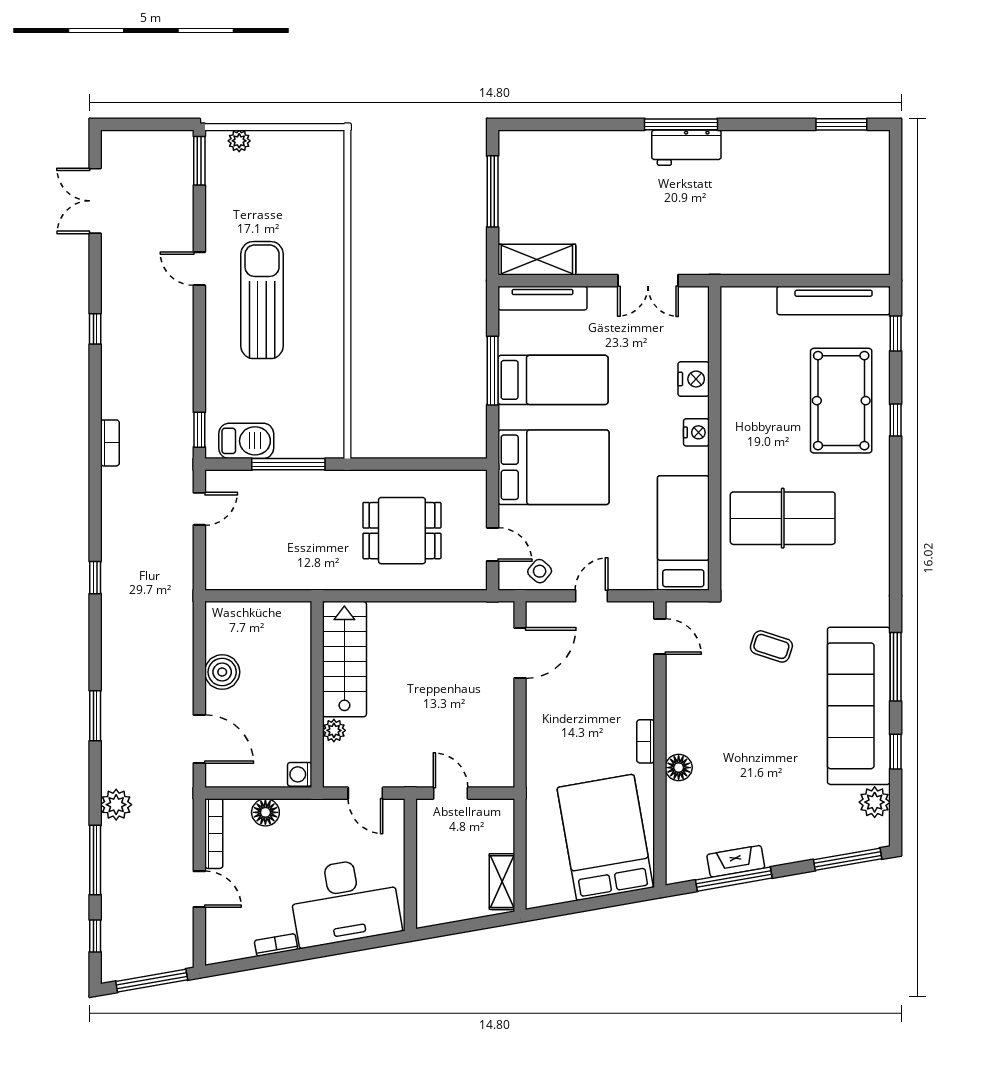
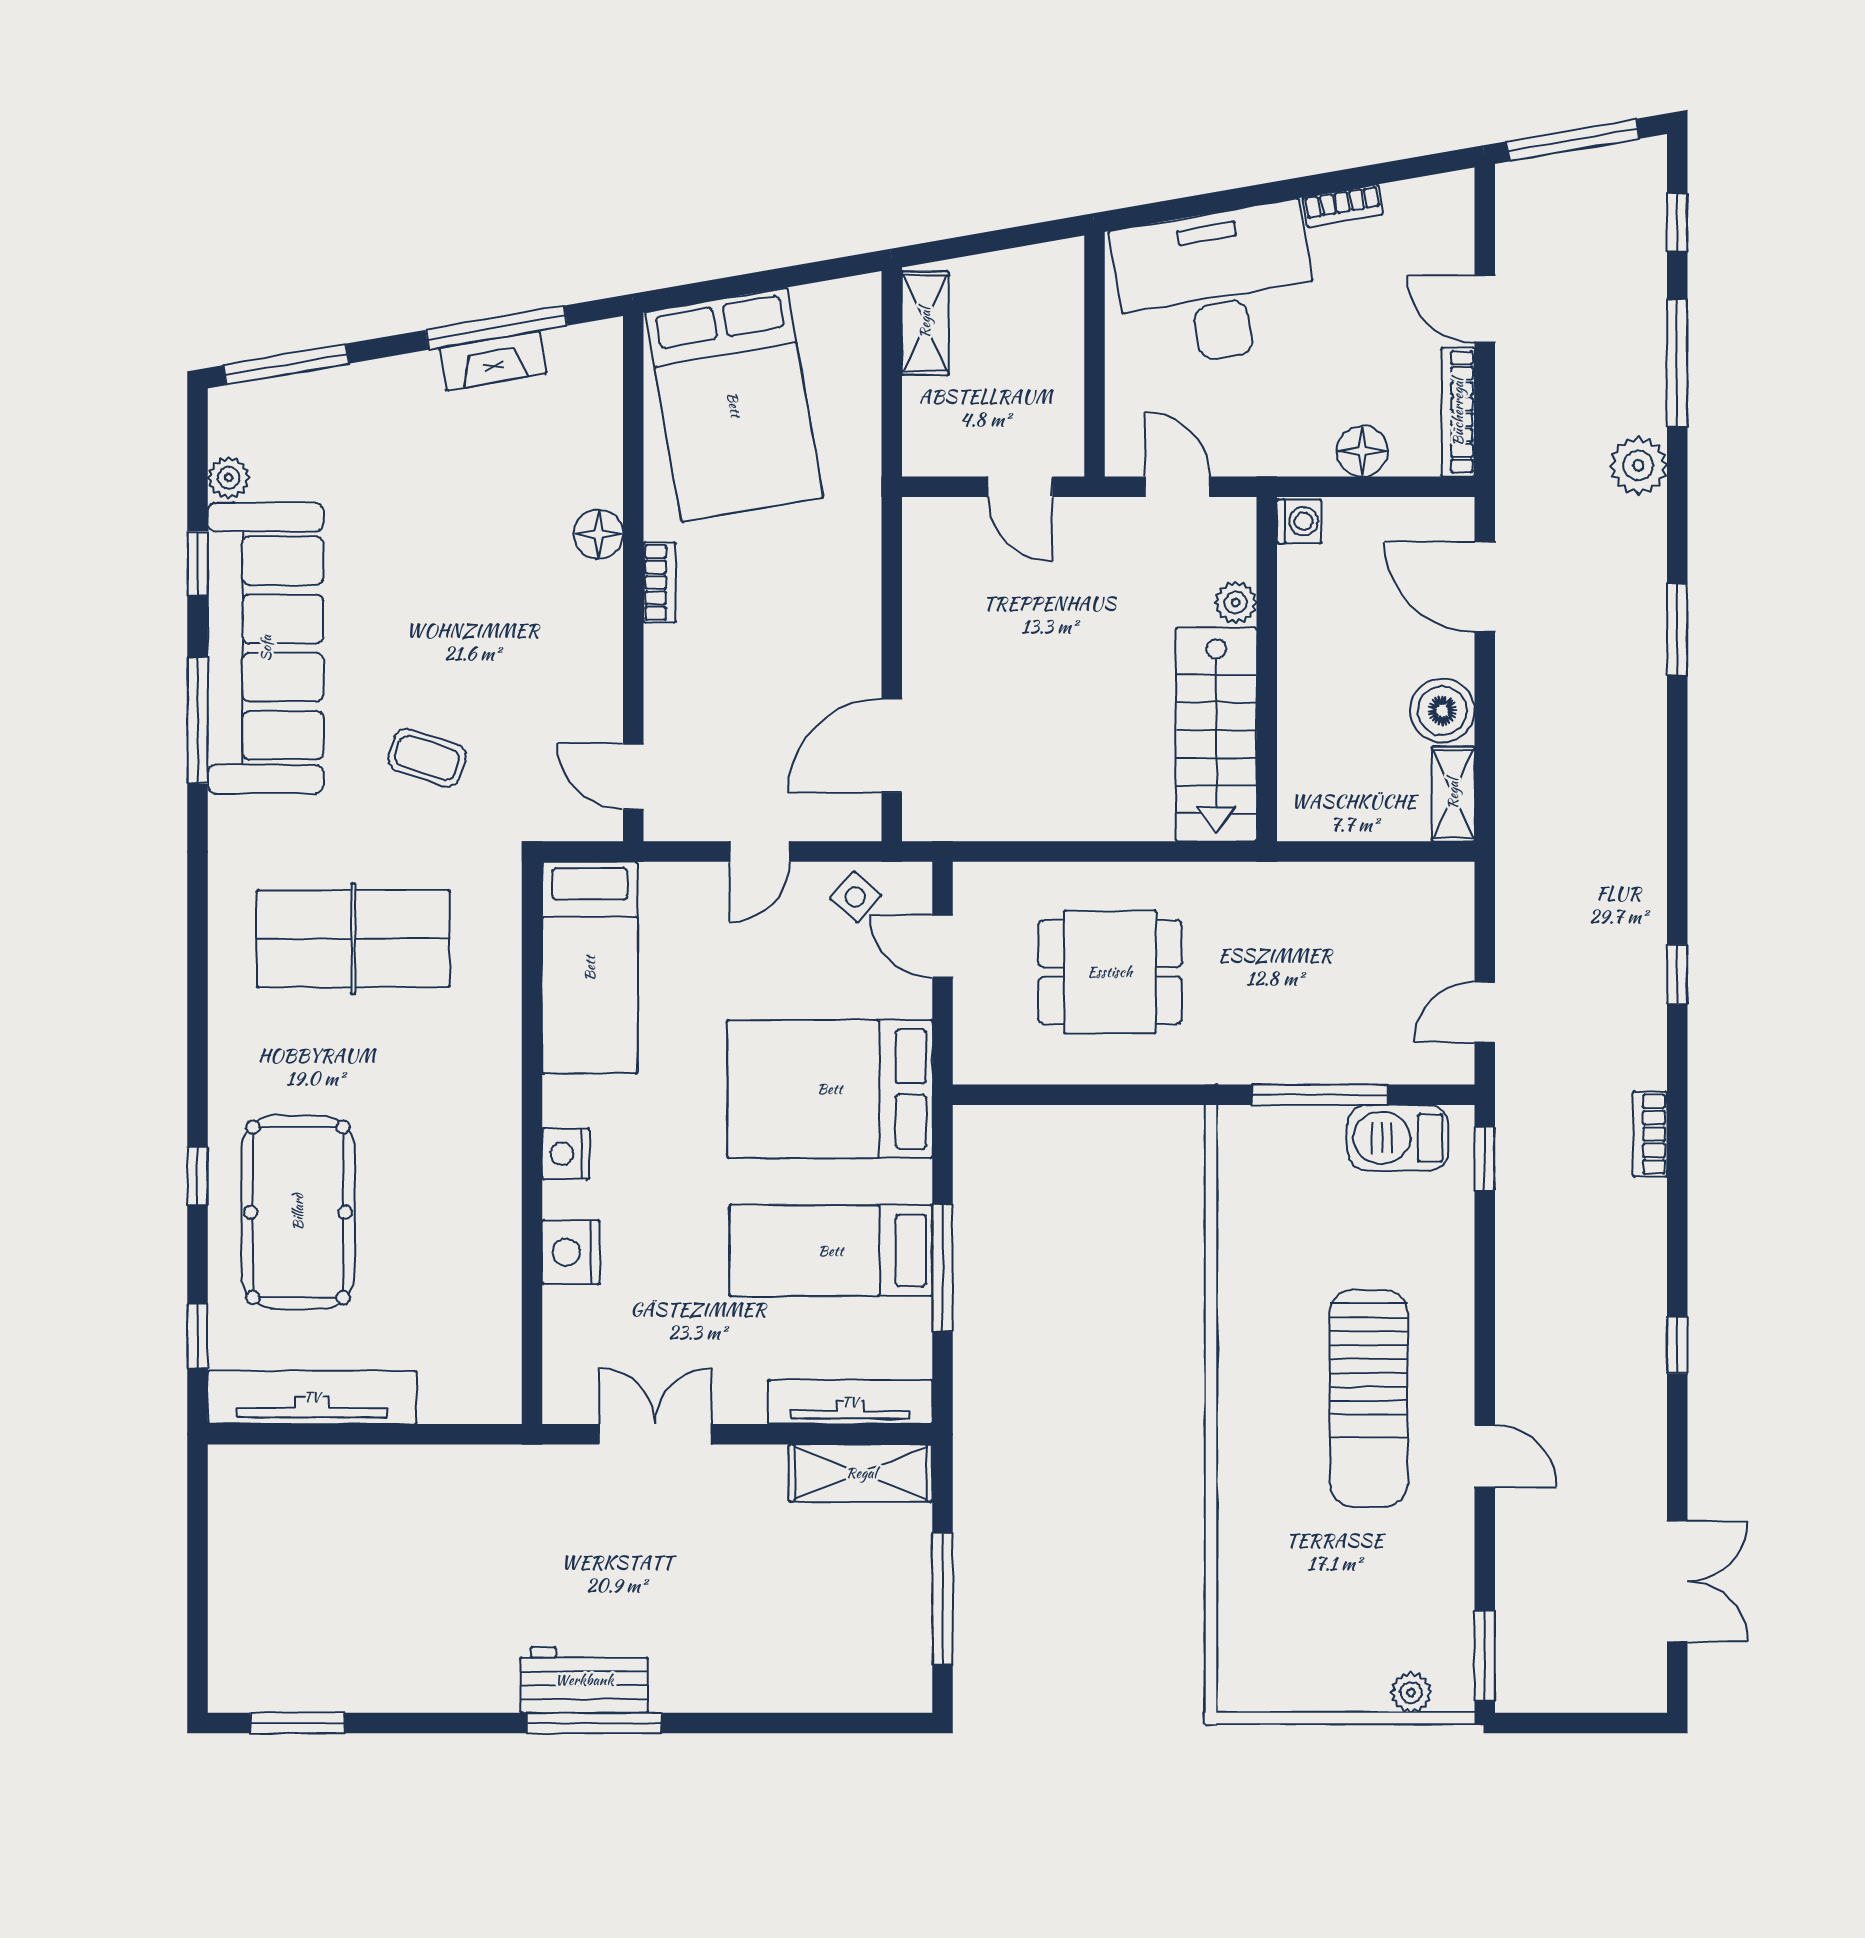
table tennis table: (783, 518) -> (353, 939), moved
window: (95, 578) -> (1677, 974), moved
shelving: (216, 627) -> (1453, 794), added
plant: (875, 802) -> (229, 478), width x0.73, depth x0.73

